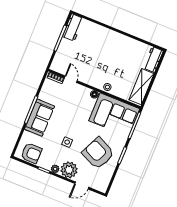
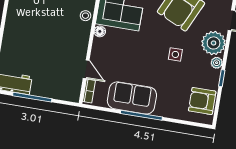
door: (71, 79) -> (86, 69), swing flipped
sofa: (40, 118) -> (132, 98), moved
armchair: (31, 153) -> (202, 101), turned -90

